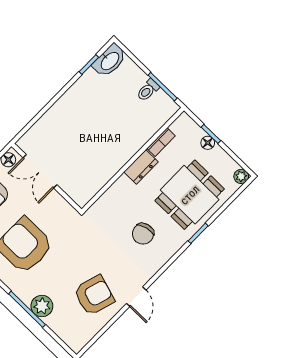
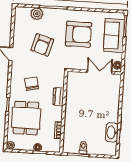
washbasin: (110, 61) -> (112, 132), moved
dresser: (141, 167) -> (58, 96), moved
armchair: (94, 295) -> (42, 45), moved
plant: (42, 306) -> (37, 14), moved

